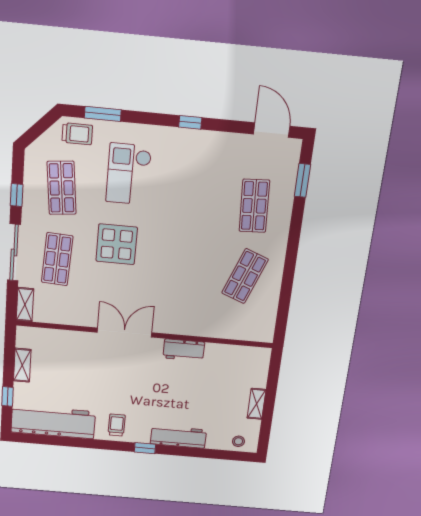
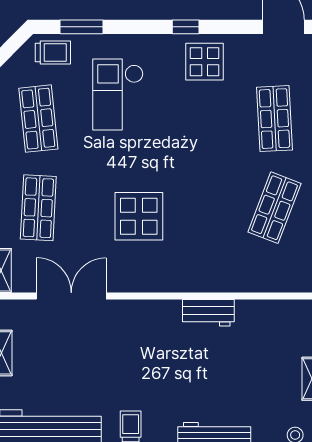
display table: (203, 153) -> (205, 62), added
display table: (117, 244) -> (139, 216), moved
double door: (124, 332) -> (71, 296), moved

